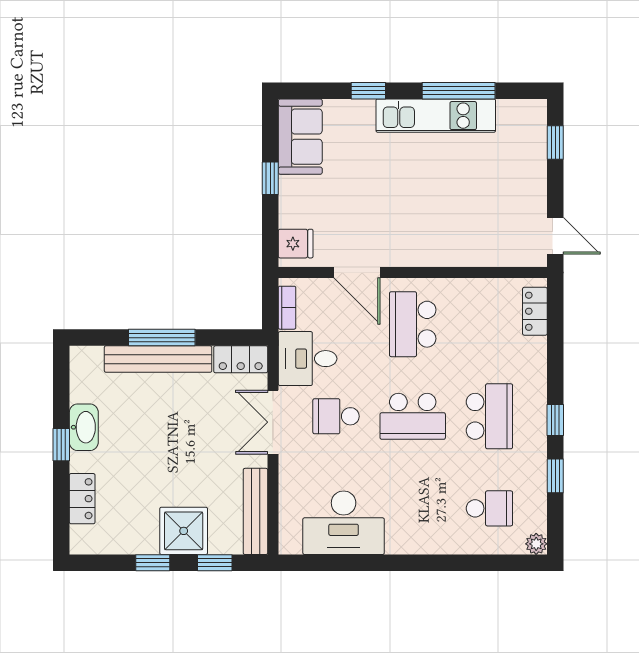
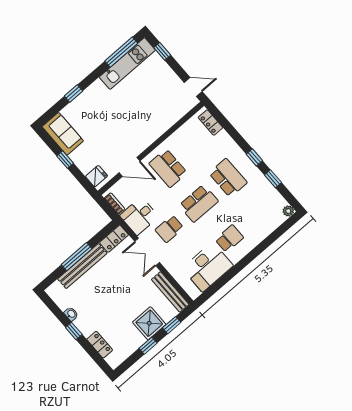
window: (459, 91) -> (121, 52), moved
kitchen unit: (436, 116) -> (127, 64), moved
washbasin: (84, 427) -> (71, 314), width x0.52, depth x0.69
school desk: (489, 508) -> (229, 238), moved

